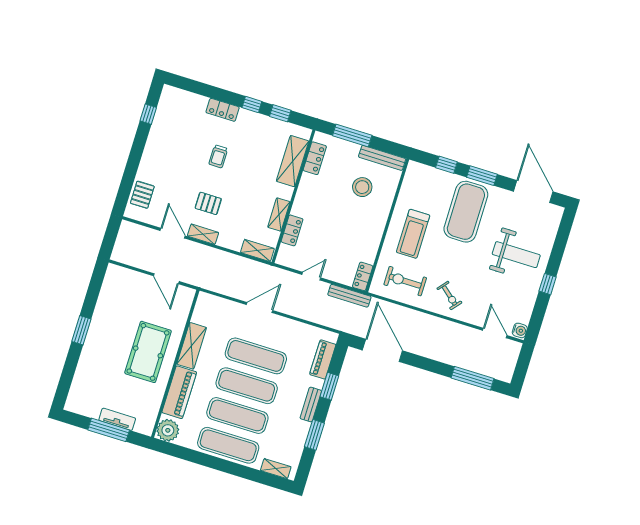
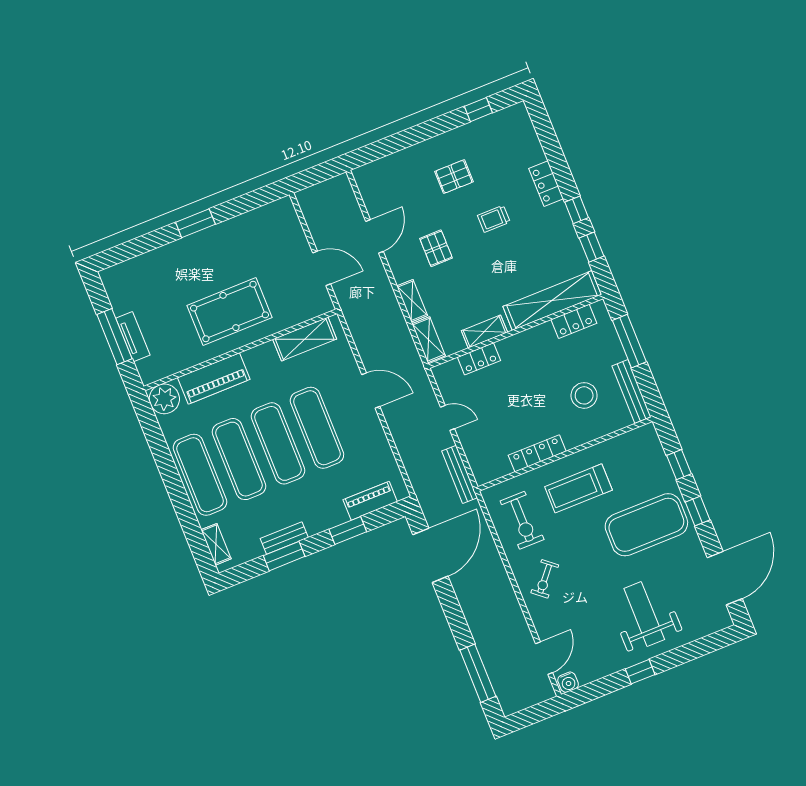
shelving: (293, 161) -> (552, 301), width x1.47
window: (482, 176) -> (698, 511), width x0.67
pallet: (142, 195) -> (454, 177), moved
shelving: (203, 234) -> (412, 301), moved
weight bench: (516, 255) -> (644, 614), turned 180
locker: (363, 276) -> (537, 453), moved, width x1.53
door: (166, 279) -> (322, 268), swing flipped
exercise bike: (405, 281) -> (522, 520), turned 180
shelving: (192, 346) -> (305, 339), moved
bench: (311, 405) -> (284, 538), moved

